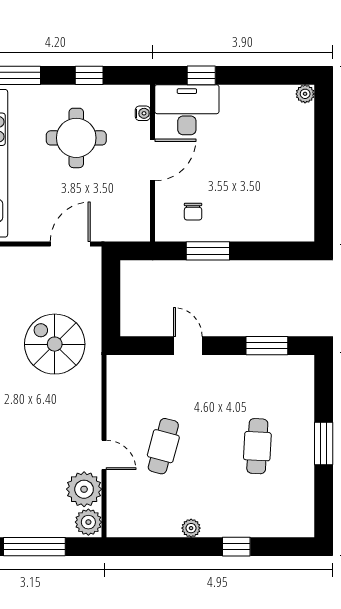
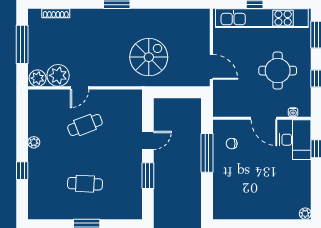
window: (208, 251) -> (207, 153), width x1.44
window: (267, 346) -> (148, 176), moved
cafe table: (163, 446) -> (85, 125), turned -36

